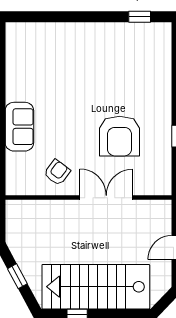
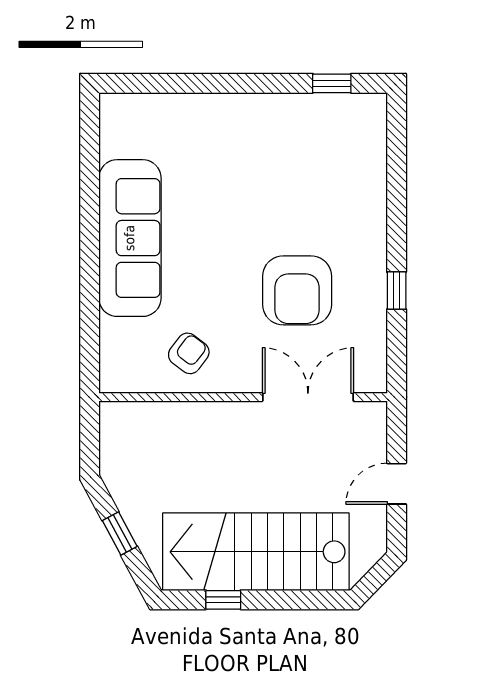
sofa: (19, 127) -> (130, 238), width x1.85, depth x1.27
double door: (106, 198) -> (308, 397), moved

